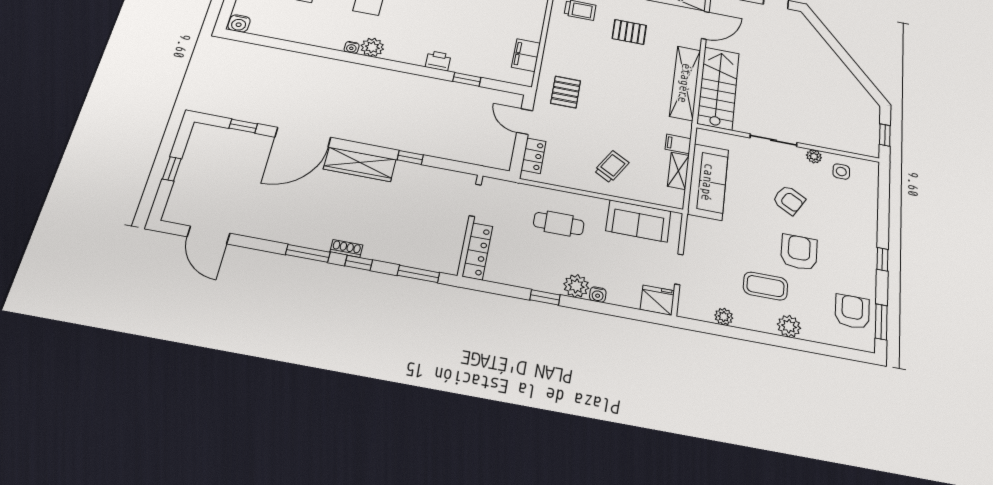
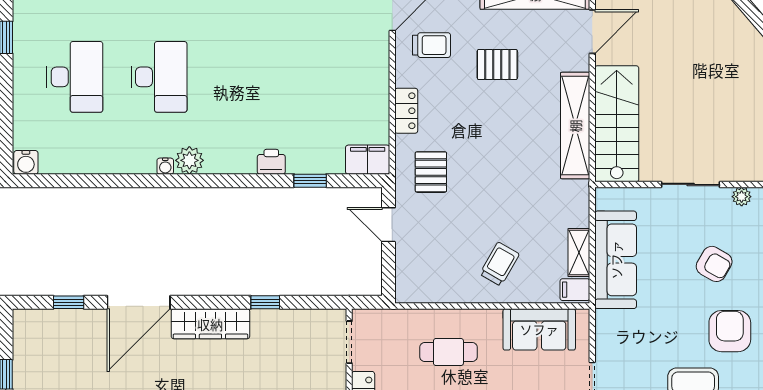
filing cabinet: (526, 55) -> (368, 160), moved, turned 90
filing cabinet: (678, 144) -> (575, 290), moved
locker: (534, 156) -> (406, 111), moved

